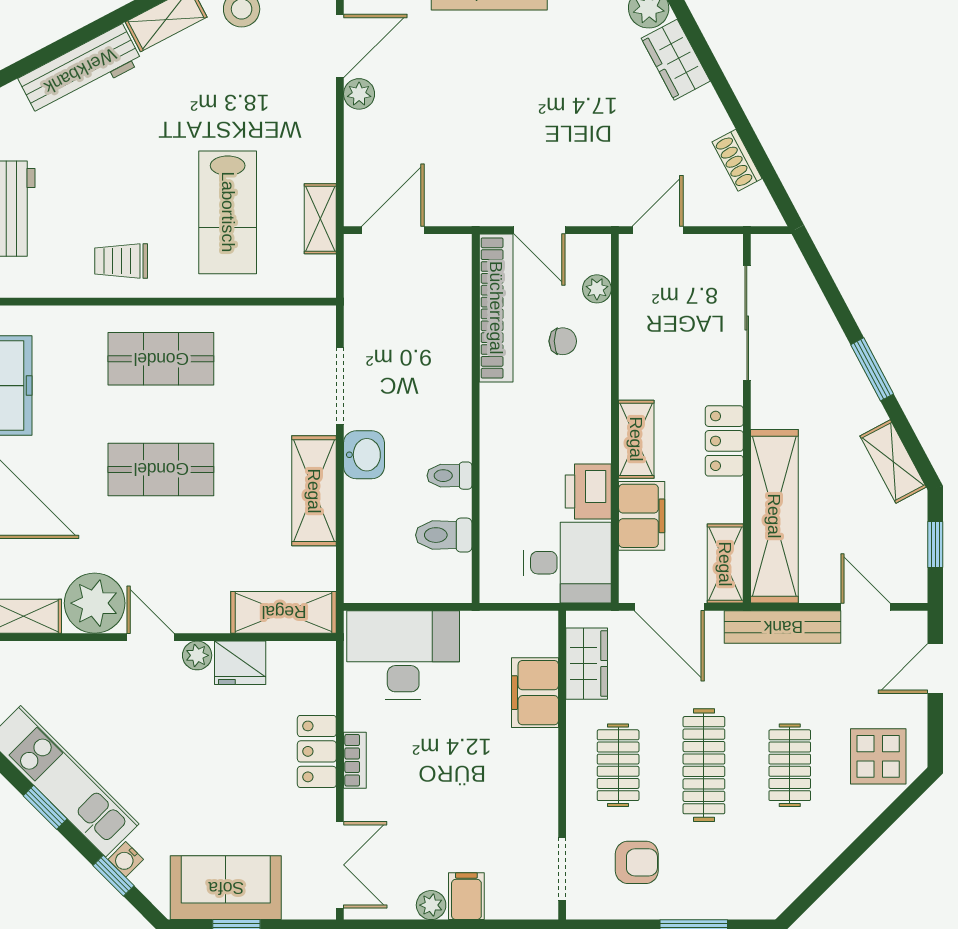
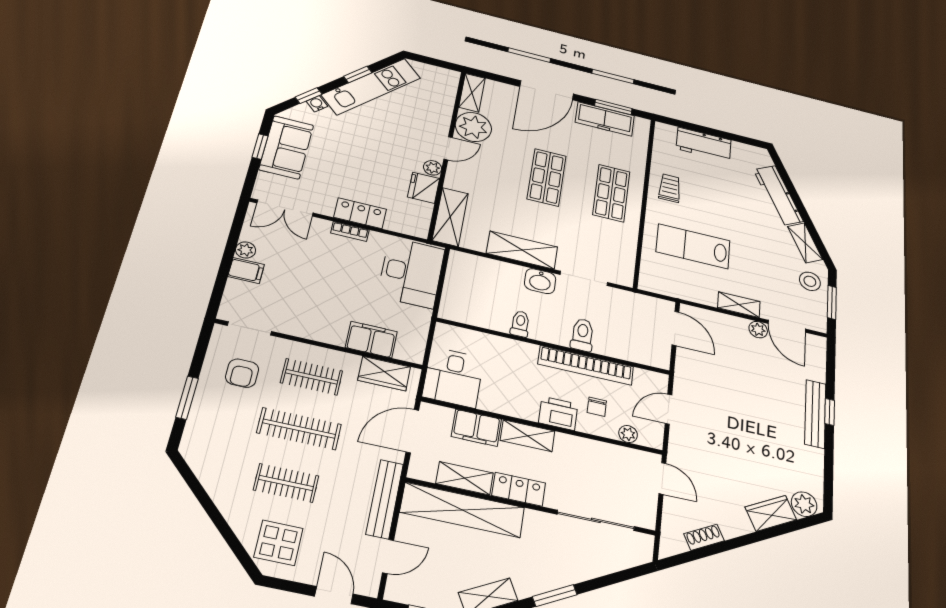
shelving: (320, 219) -> (739, 305), moved
bookcase: (496, 308) -> (586, 365), moved
printer: (588, 491) -> (558, 413), moved
toilet: (444, 535) -> (582, 335), moved
shelving: (725, 564) -> (465, 478), moved

